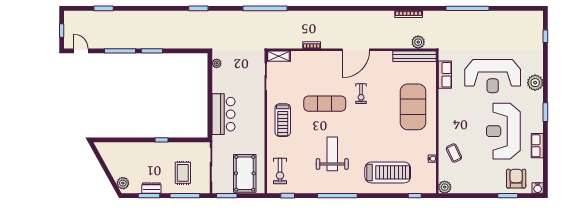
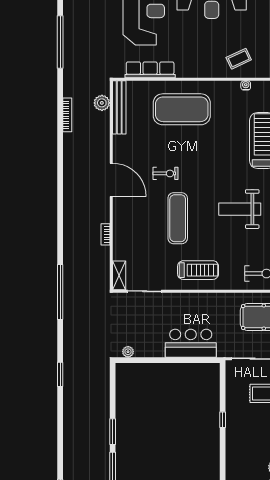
row of seats: (445, 75) -> (150, 70), width x1.48

